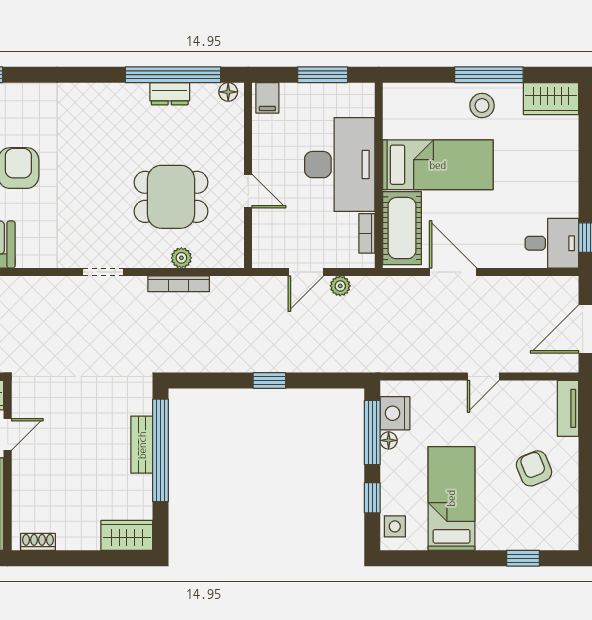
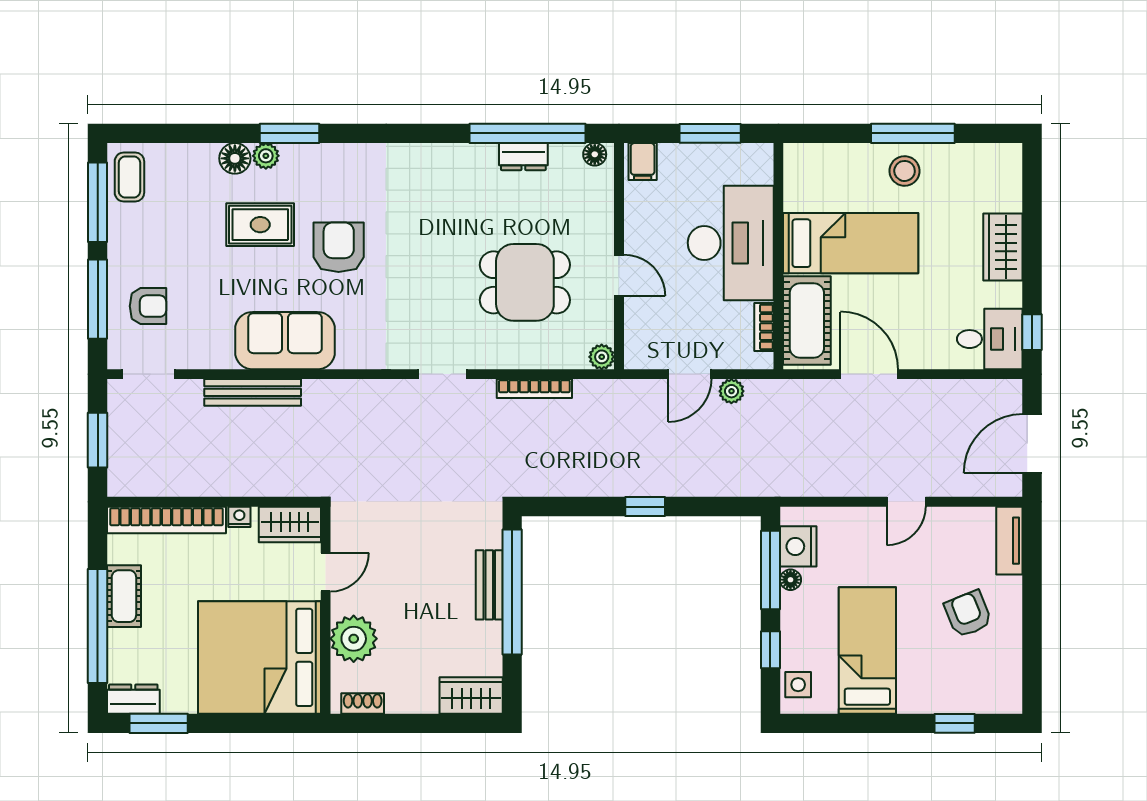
wardrobe: (551, 99) -> (1003, 247), moved, turned 90
plant: (181, 258) -> (602, 357), moved
plant: (31, 489) -> (354, 639), added

